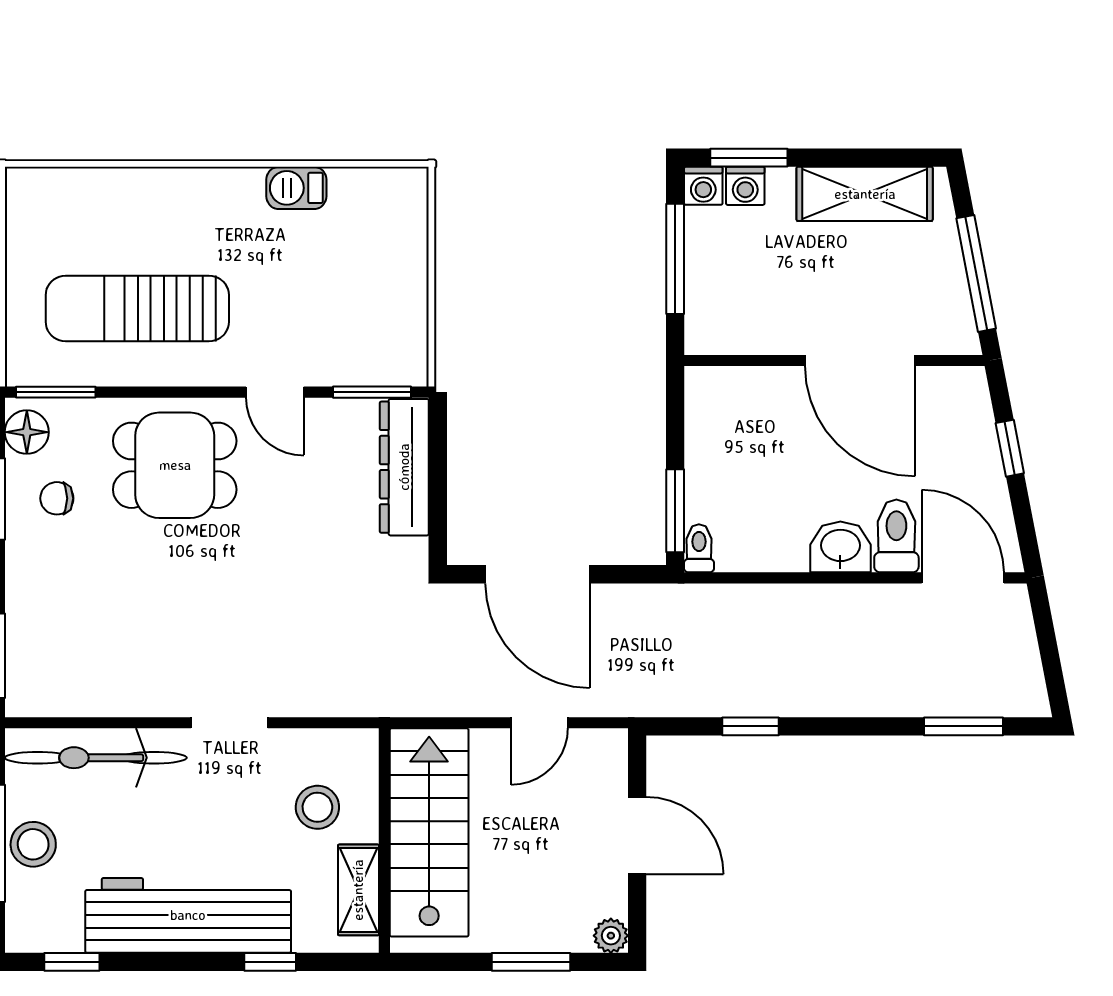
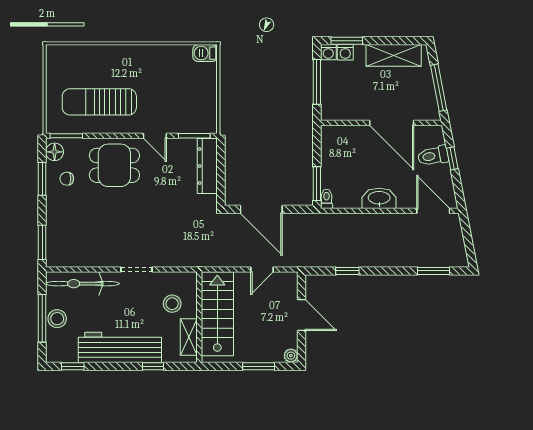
barbecue: (296, 188) -> (205, 53), moved
toilet: (896, 536) -> (433, 156), moved, turned -101
washbasin: (840, 547) -> (379, 198), width x1.38

